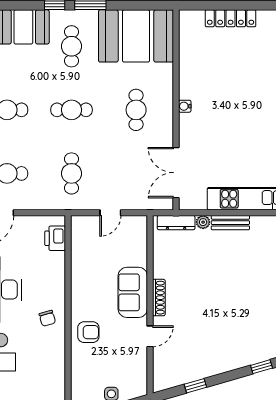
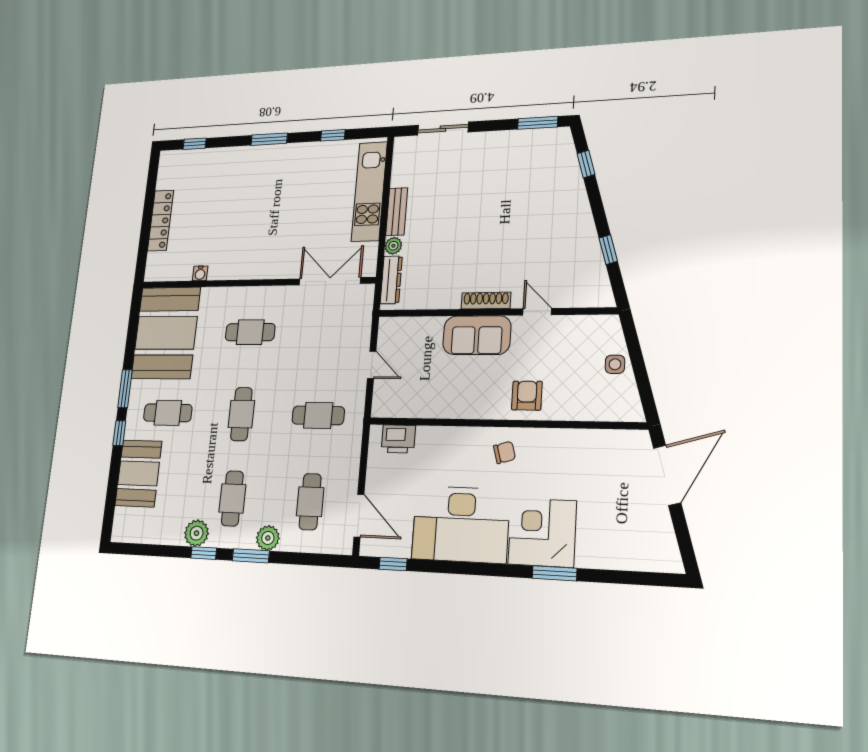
water cooler: (185, 106) -> (200, 273), moved
double door: (176, 173) -> (330, 281), swing flipped

